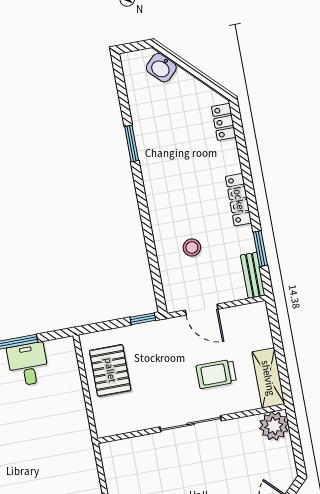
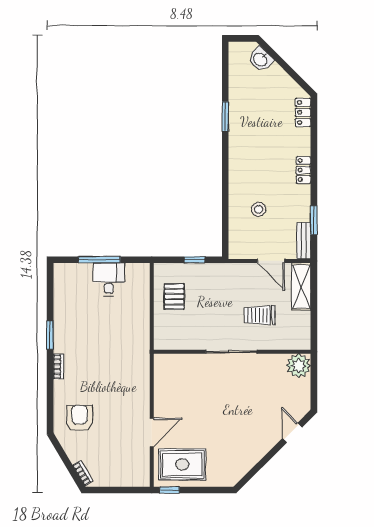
locker: (239, 200) -> (303, 170), width x0.66
door: (202, 310) -> (271, 261), moved
window: (143, 319) -> (195, 260), moved
pallet: (110, 370) -> (174, 297), width x0.67, depth x0.71
shelving: (268, 378) -> (301, 287), moved

